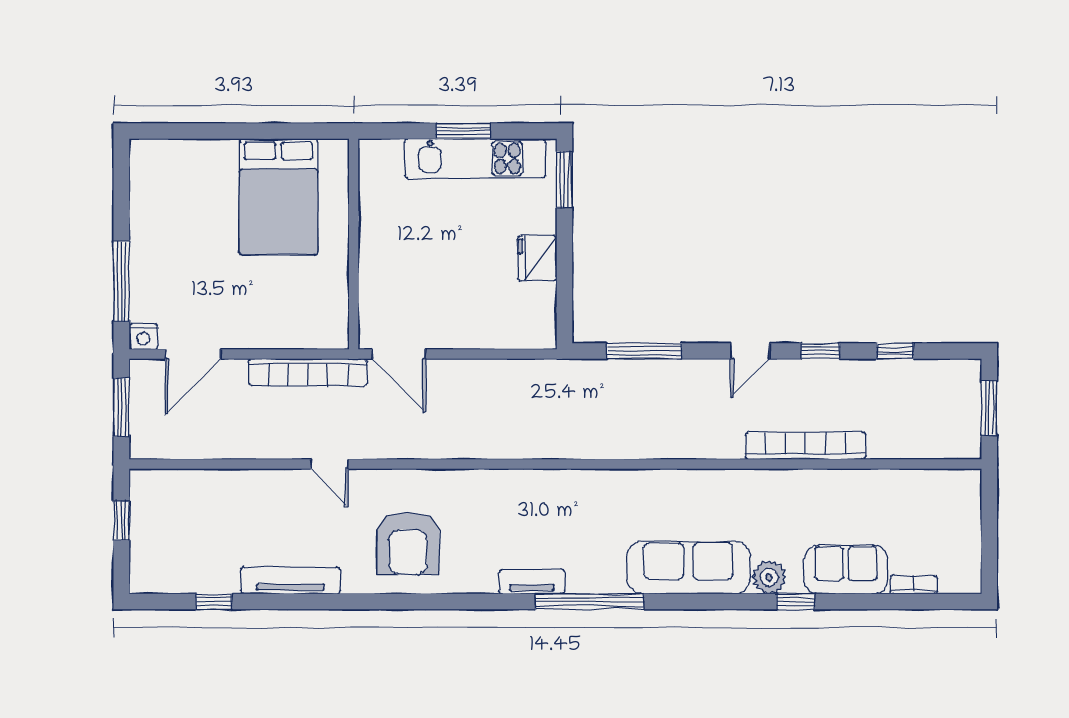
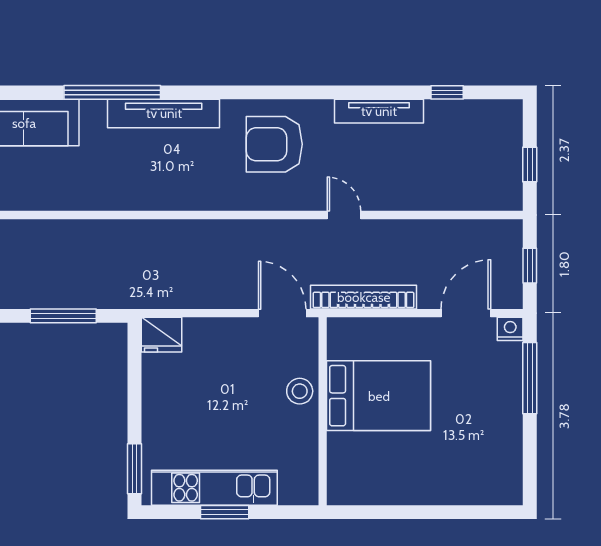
bed: (278, 197) -> (379, 396), moved, turned 90
fridge: (537, 258) -> (162, 335), moved, turned 90
stool: (379, 267) -> (300, 391), added
window: (121, 407) -> (530, 266), width x0.67
armchair: (408, 543) -> (274, 144), turned -90
tv unit: (532, 581) -> (164, 113), width x1.92, depth x1.29

